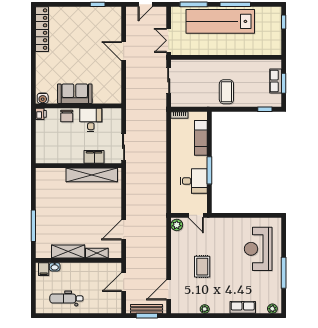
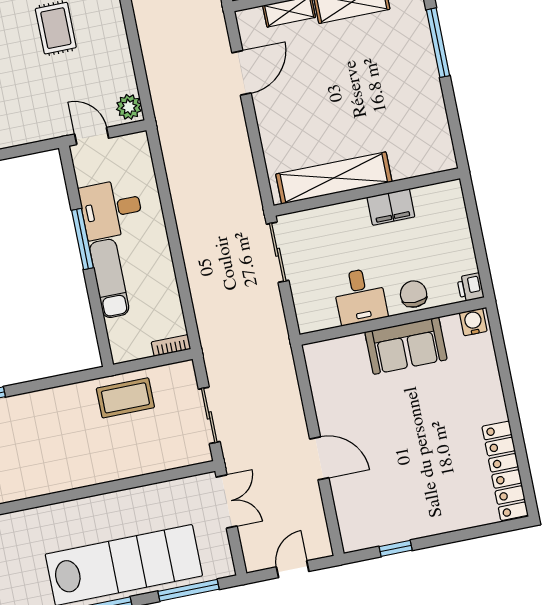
coffee table: (226, 92) -> (125, 398), moved, turned 90
exam couch: (201, 138) -> (109, 278), moved
filing cabinet: (94, 157) -> (391, 207), moved

